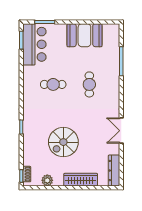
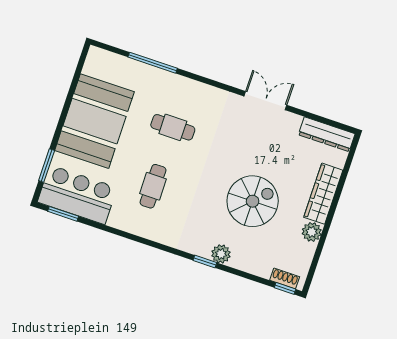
booth: (84, 35) -> (94, 121), width x1.36, depth x1.42
double door: (121, 131) -> (265, 101), swing flipped
plant: (28, 134) -> (221, 254), added
spiral stairs: (63, 142) -> (253, 201), turned -90
plant: (47, 180) -> (312, 232), moved

